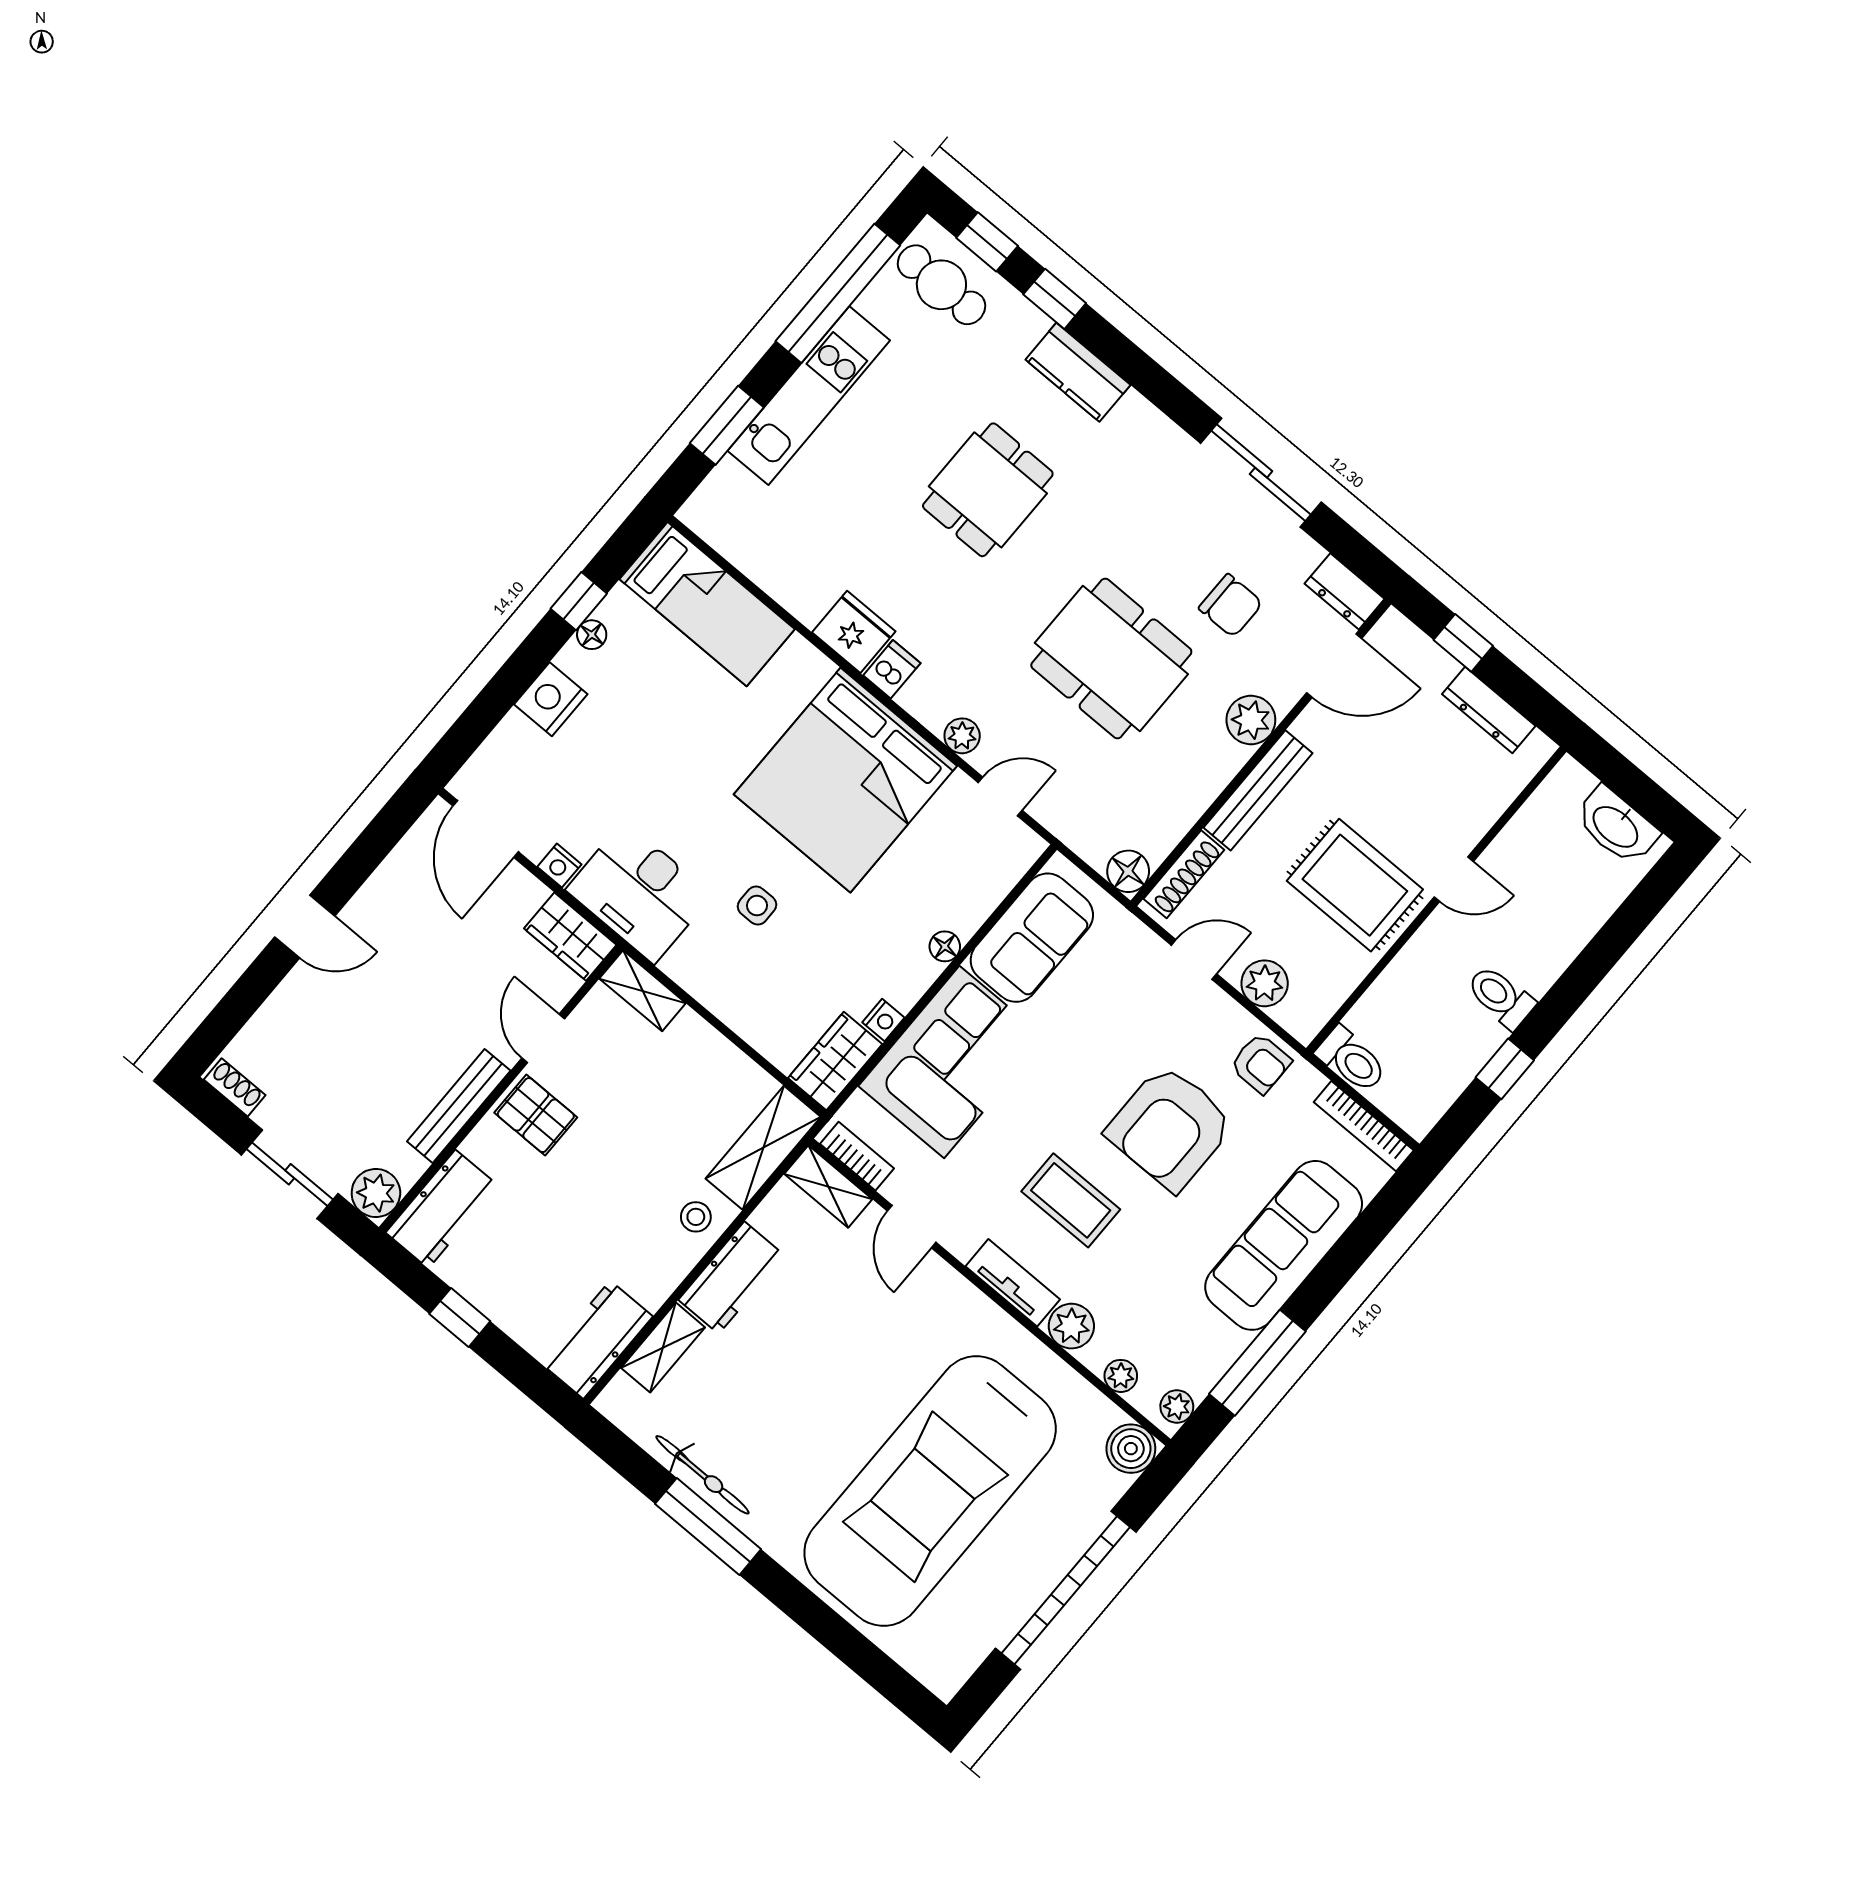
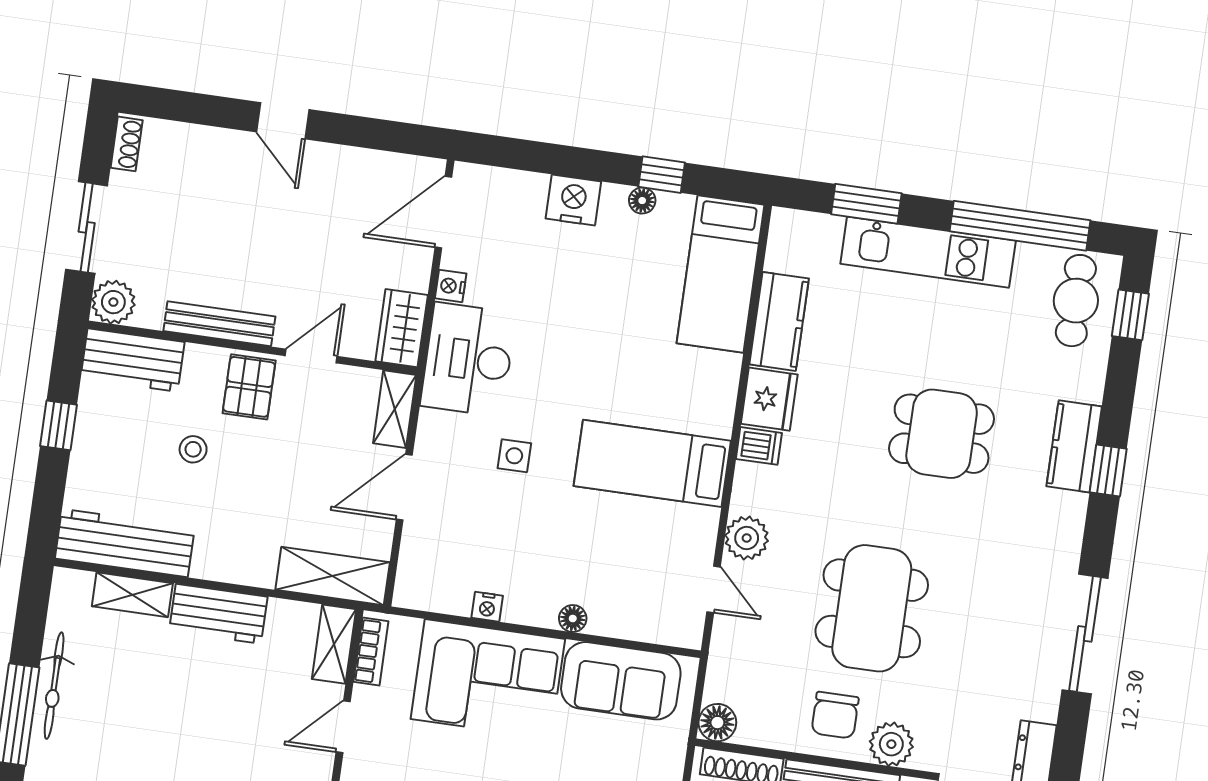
window: (1055, 299) -> (1108, 471), moved
kitchen counter: (786, 577) -> (779, 321), added
chair: (1231, 606) -> (835, 715), moved
plant: (962, 736) -> (747, 538), width x1.38, depth x1.38
bed: (845, 780) -> (652, 463), width x0.49
door: (722, 1028) -> (404, 487), added
wardrobe: (835, 1061) -> (433, 590), removed
stool: (696, 1217) -> (193, 449), moved
workbench: (597, 1340) -> (125, 543), width x1.38

